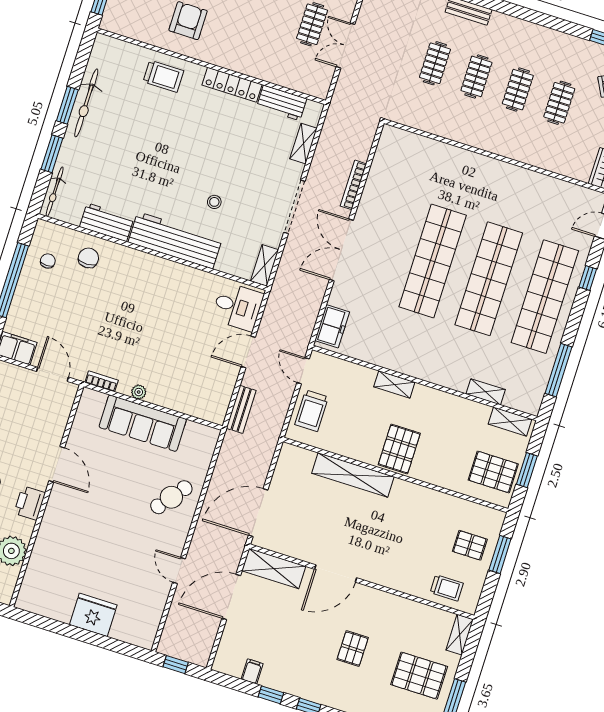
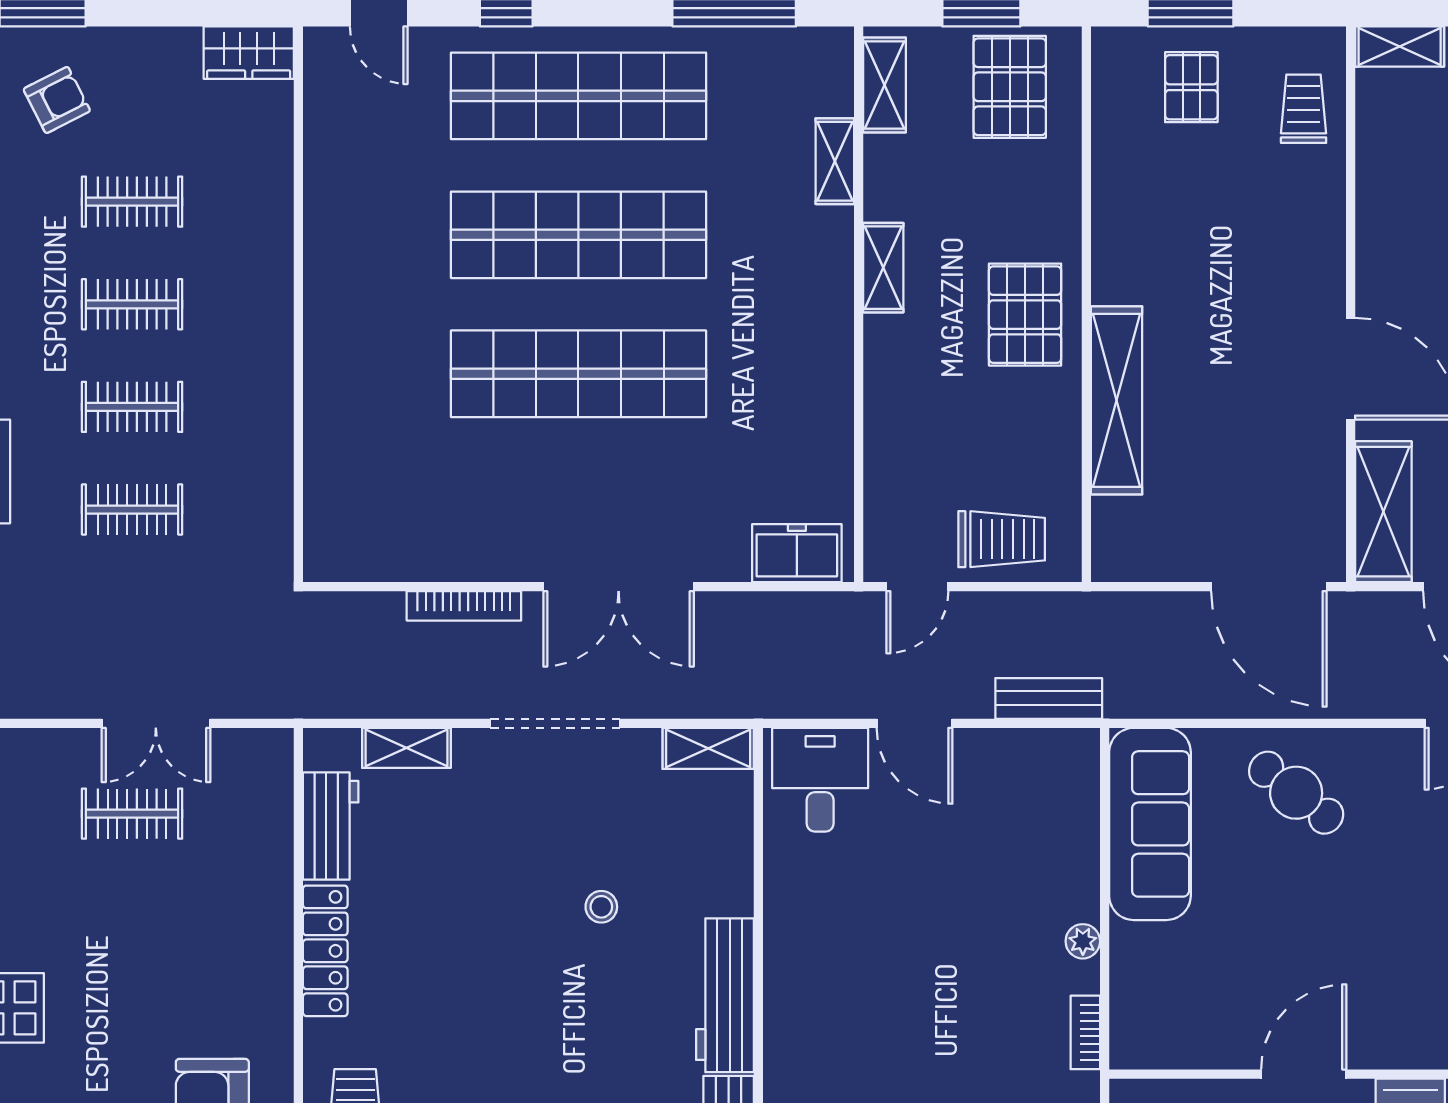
workbench: (175, 240) -> (725, 995), width x0.73, depth x0.76
shelving: (394, 384) -> (883, 268), moved
sofa: (143, 423) -> (1150, 824), moved
pallet: (399, 449) -> (1025, 315), turned 90

